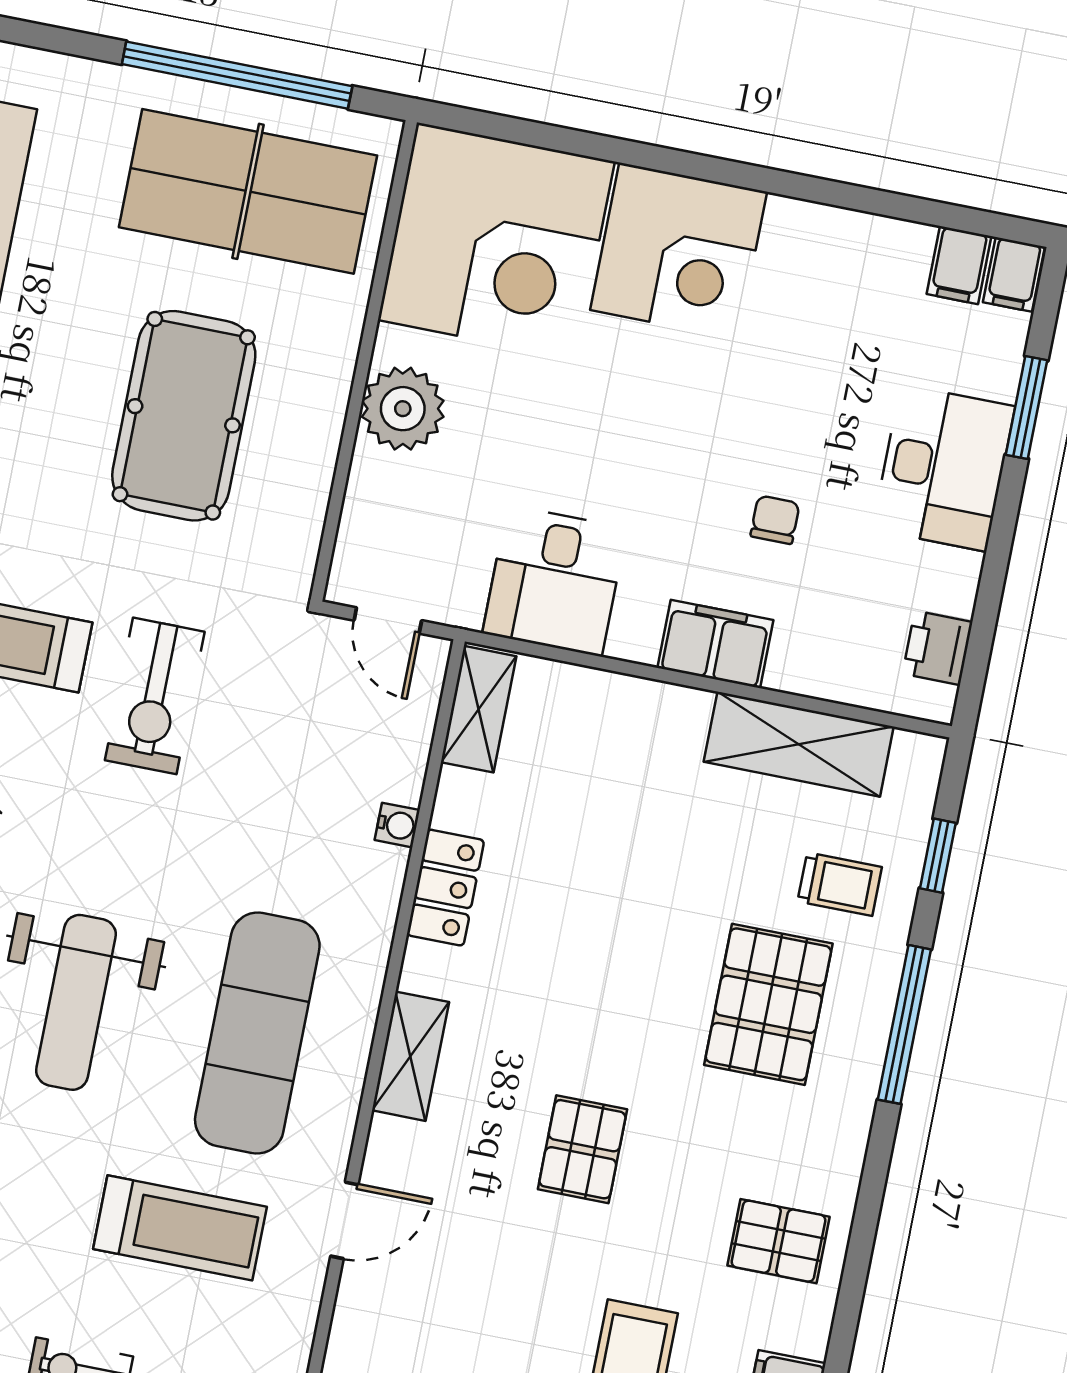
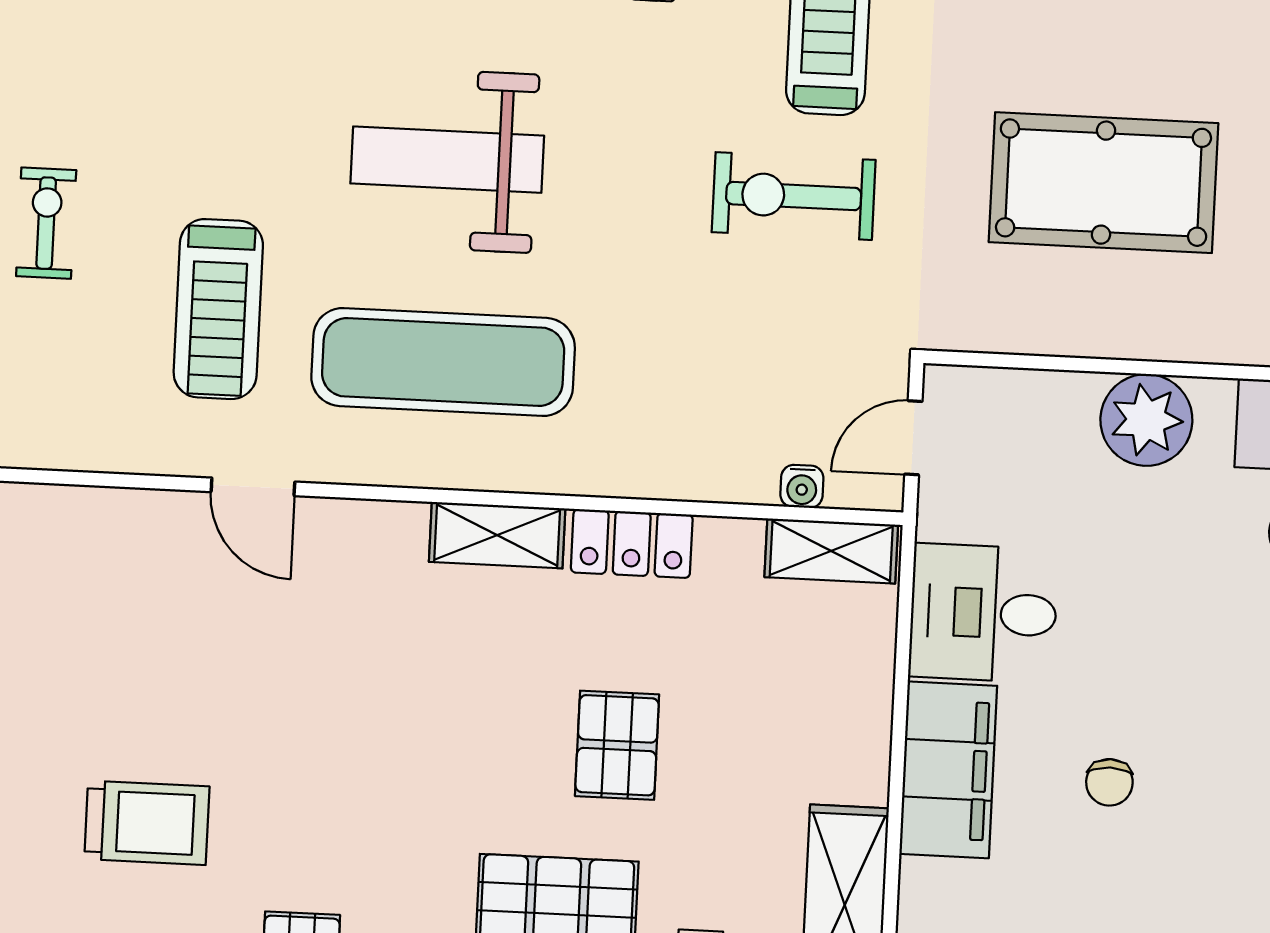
chair: (775, 520) -> (1109, 782), moved, turned 90
filing cabinet: (715, 644) -> (948, 770), width x1.50, depth x1.17
water cooler: (397, 825) -> (802, 486), moved
shelving: (410, 1056) -> (497, 535), moved
pallet: (582, 1149) -> (617, 745), moved, turned 90

